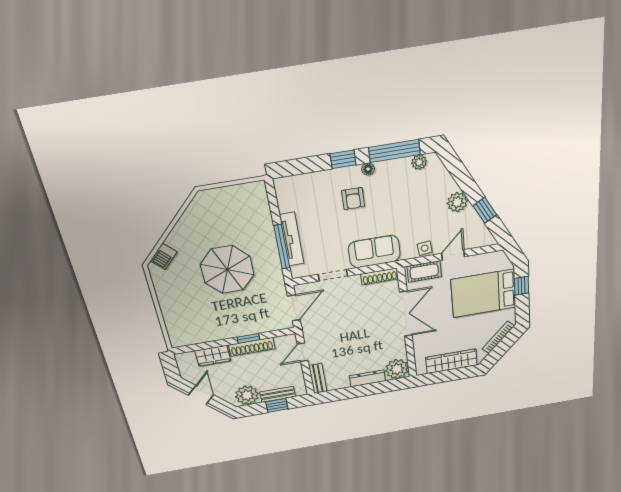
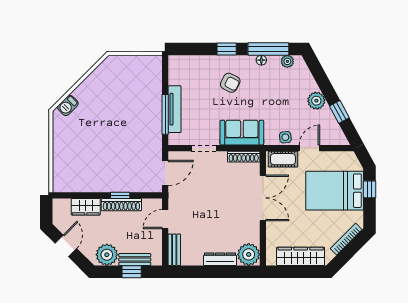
floor lamp: (368, 169) -> (261, 60), moved
armchair: (353, 199) -> (230, 83), turned -63
parasol: (227, 270) -> (116, 127), removed

